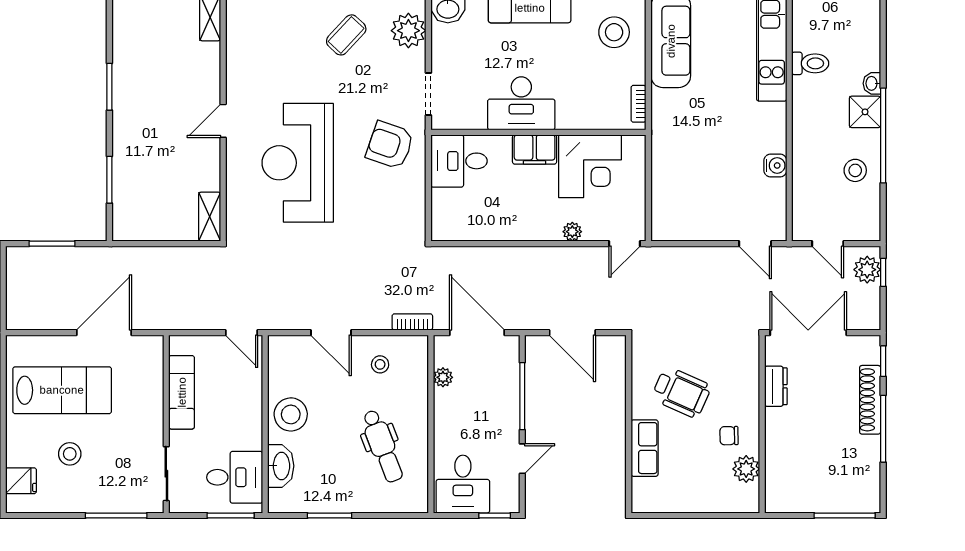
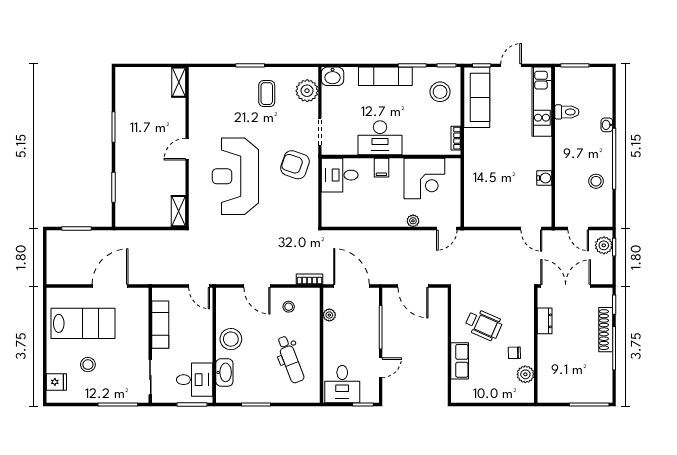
coffee table: (346, 35) -> (267, 94), turned -43
shower: (865, 112) -> (602, 143), removed
filing cabinet: (535, 149) -> (381, 168), width x0.50

